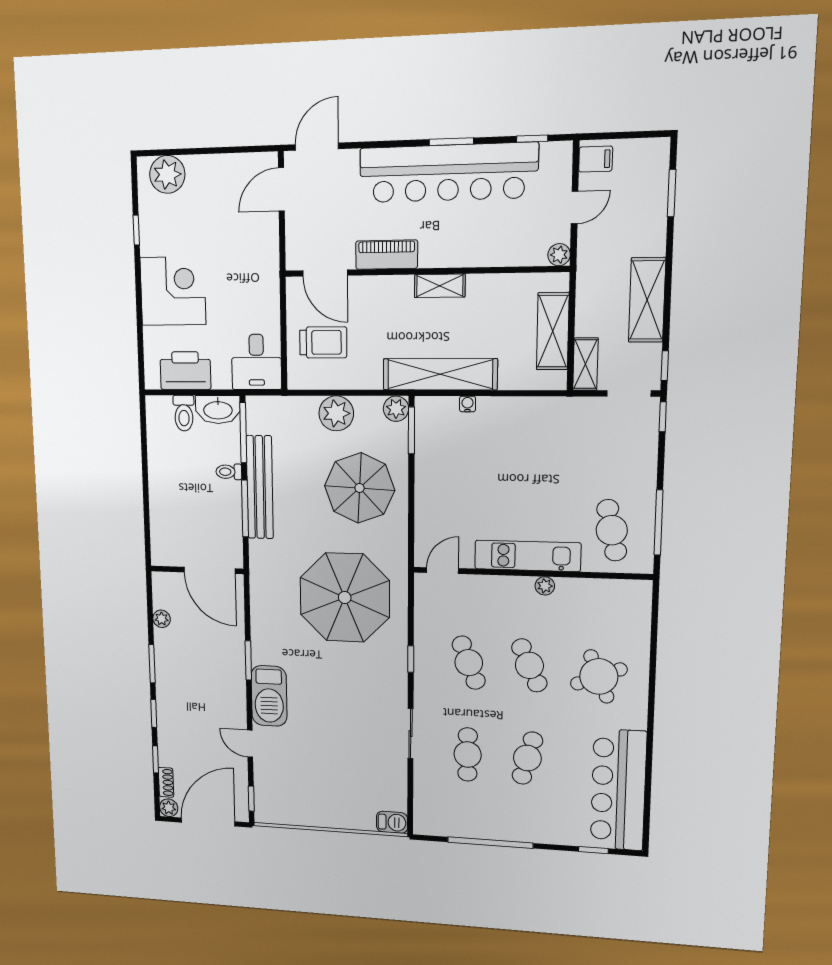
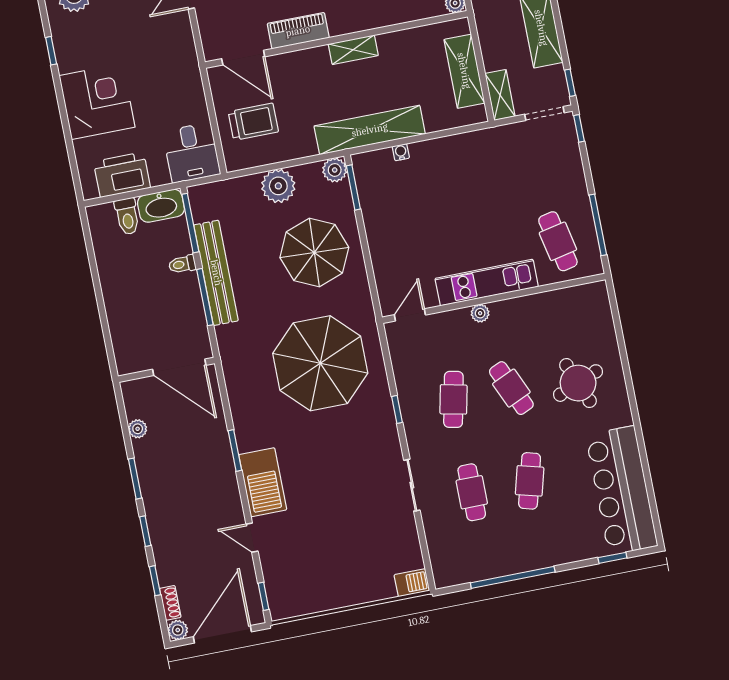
plant: (545, 586) -> (480, 313), moved
cafe table: (469, 663) -> (453, 399), turned 33

